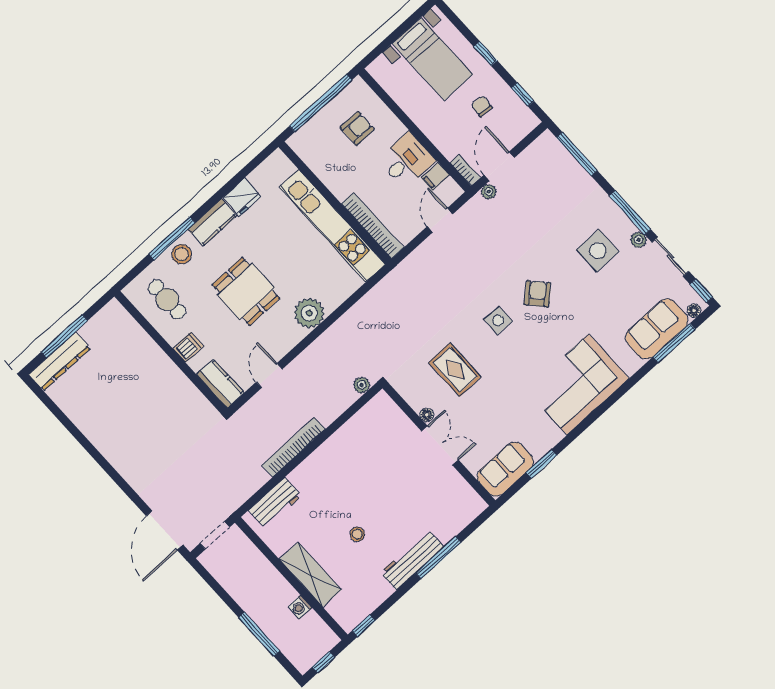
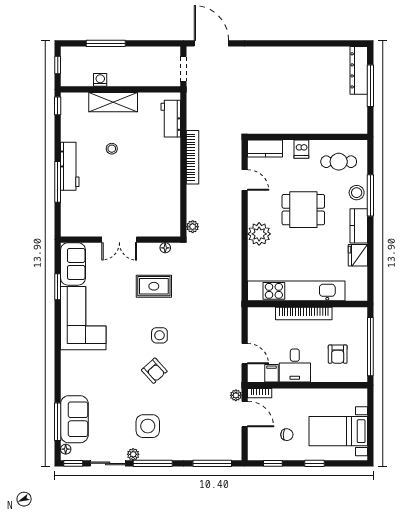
bookcase: (373, 226) -> (304, 313), moved
corner sofa: (578, 384) -> (83, 318), moved
floor lamp: (427, 415) -> (165, 248), moved

